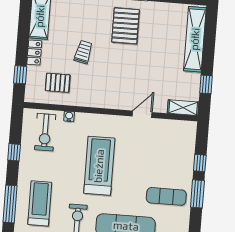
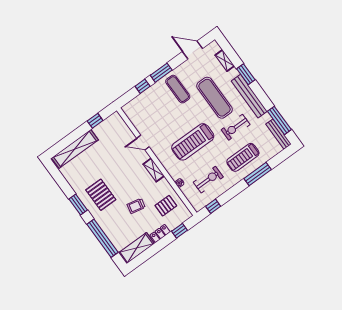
pallet: (125, 26) -> (101, 195), turned 90
pallet: (58, 83) -> (166, 206), turned 90
shelving: (183, 108) -> (154, 170), moved
exercise bike: (45, 132) -> (208, 180), moved
window: (14, 152) -> (213, 206), moved

